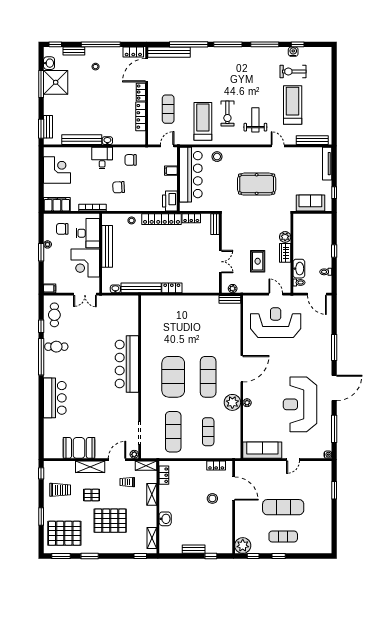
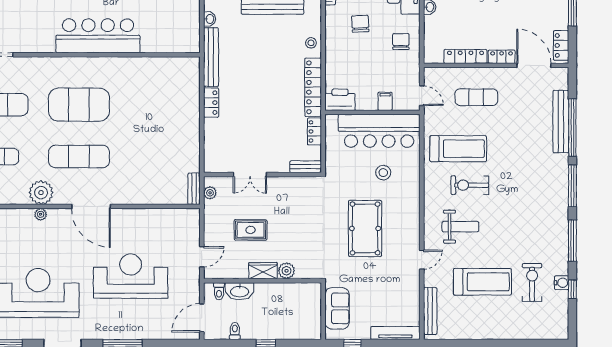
bench: (169, 52) -> (561, 122), moved
stool: (217, 157) -> (383, 173), moved
reception desk: (276, 323) -> (131, 276), moved, turned -90

